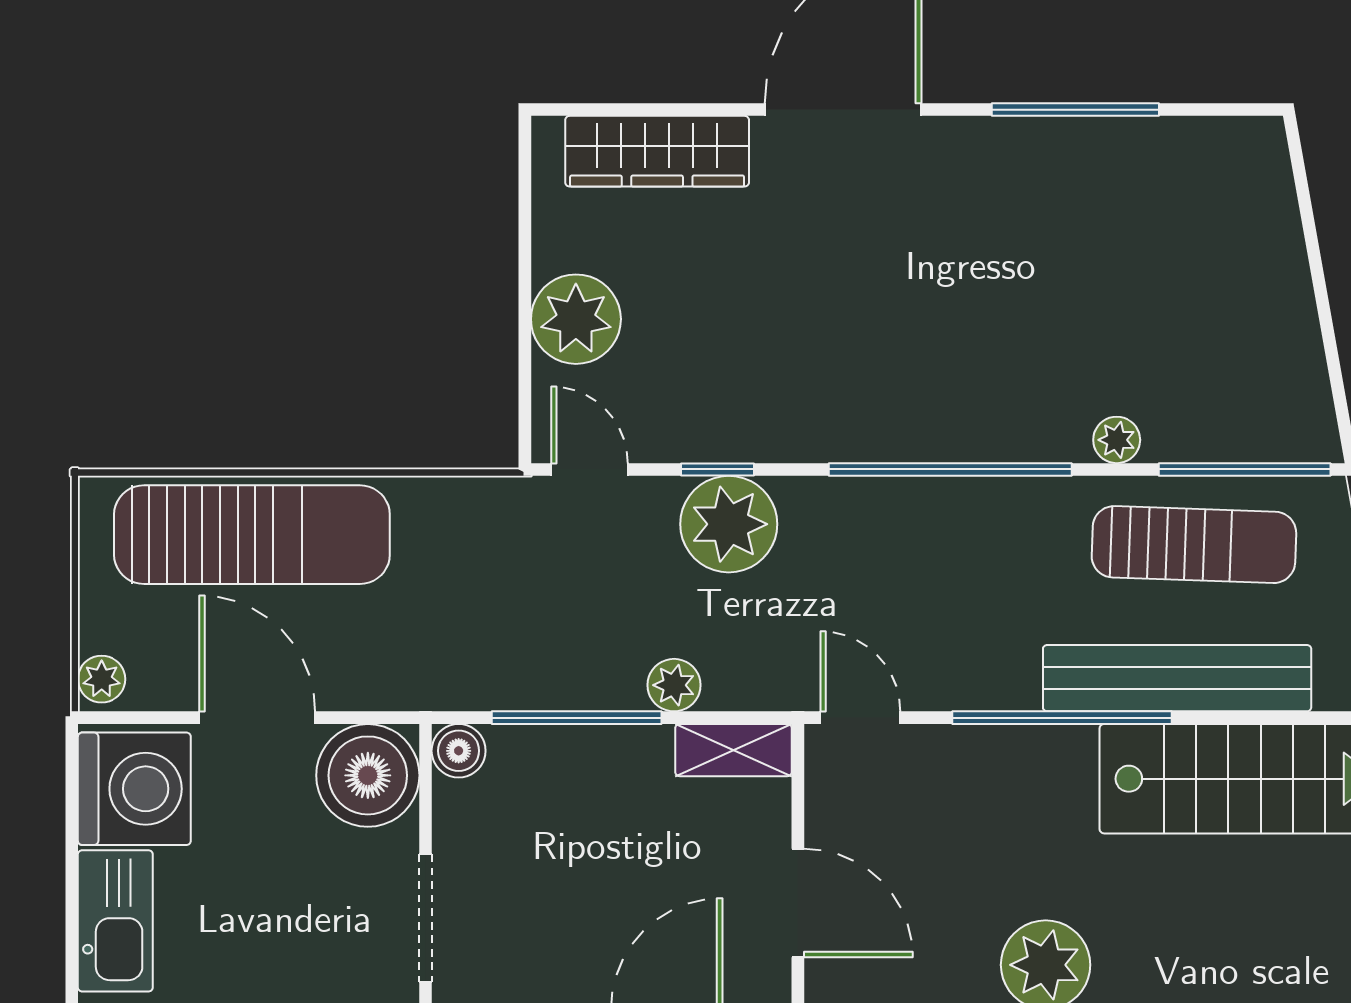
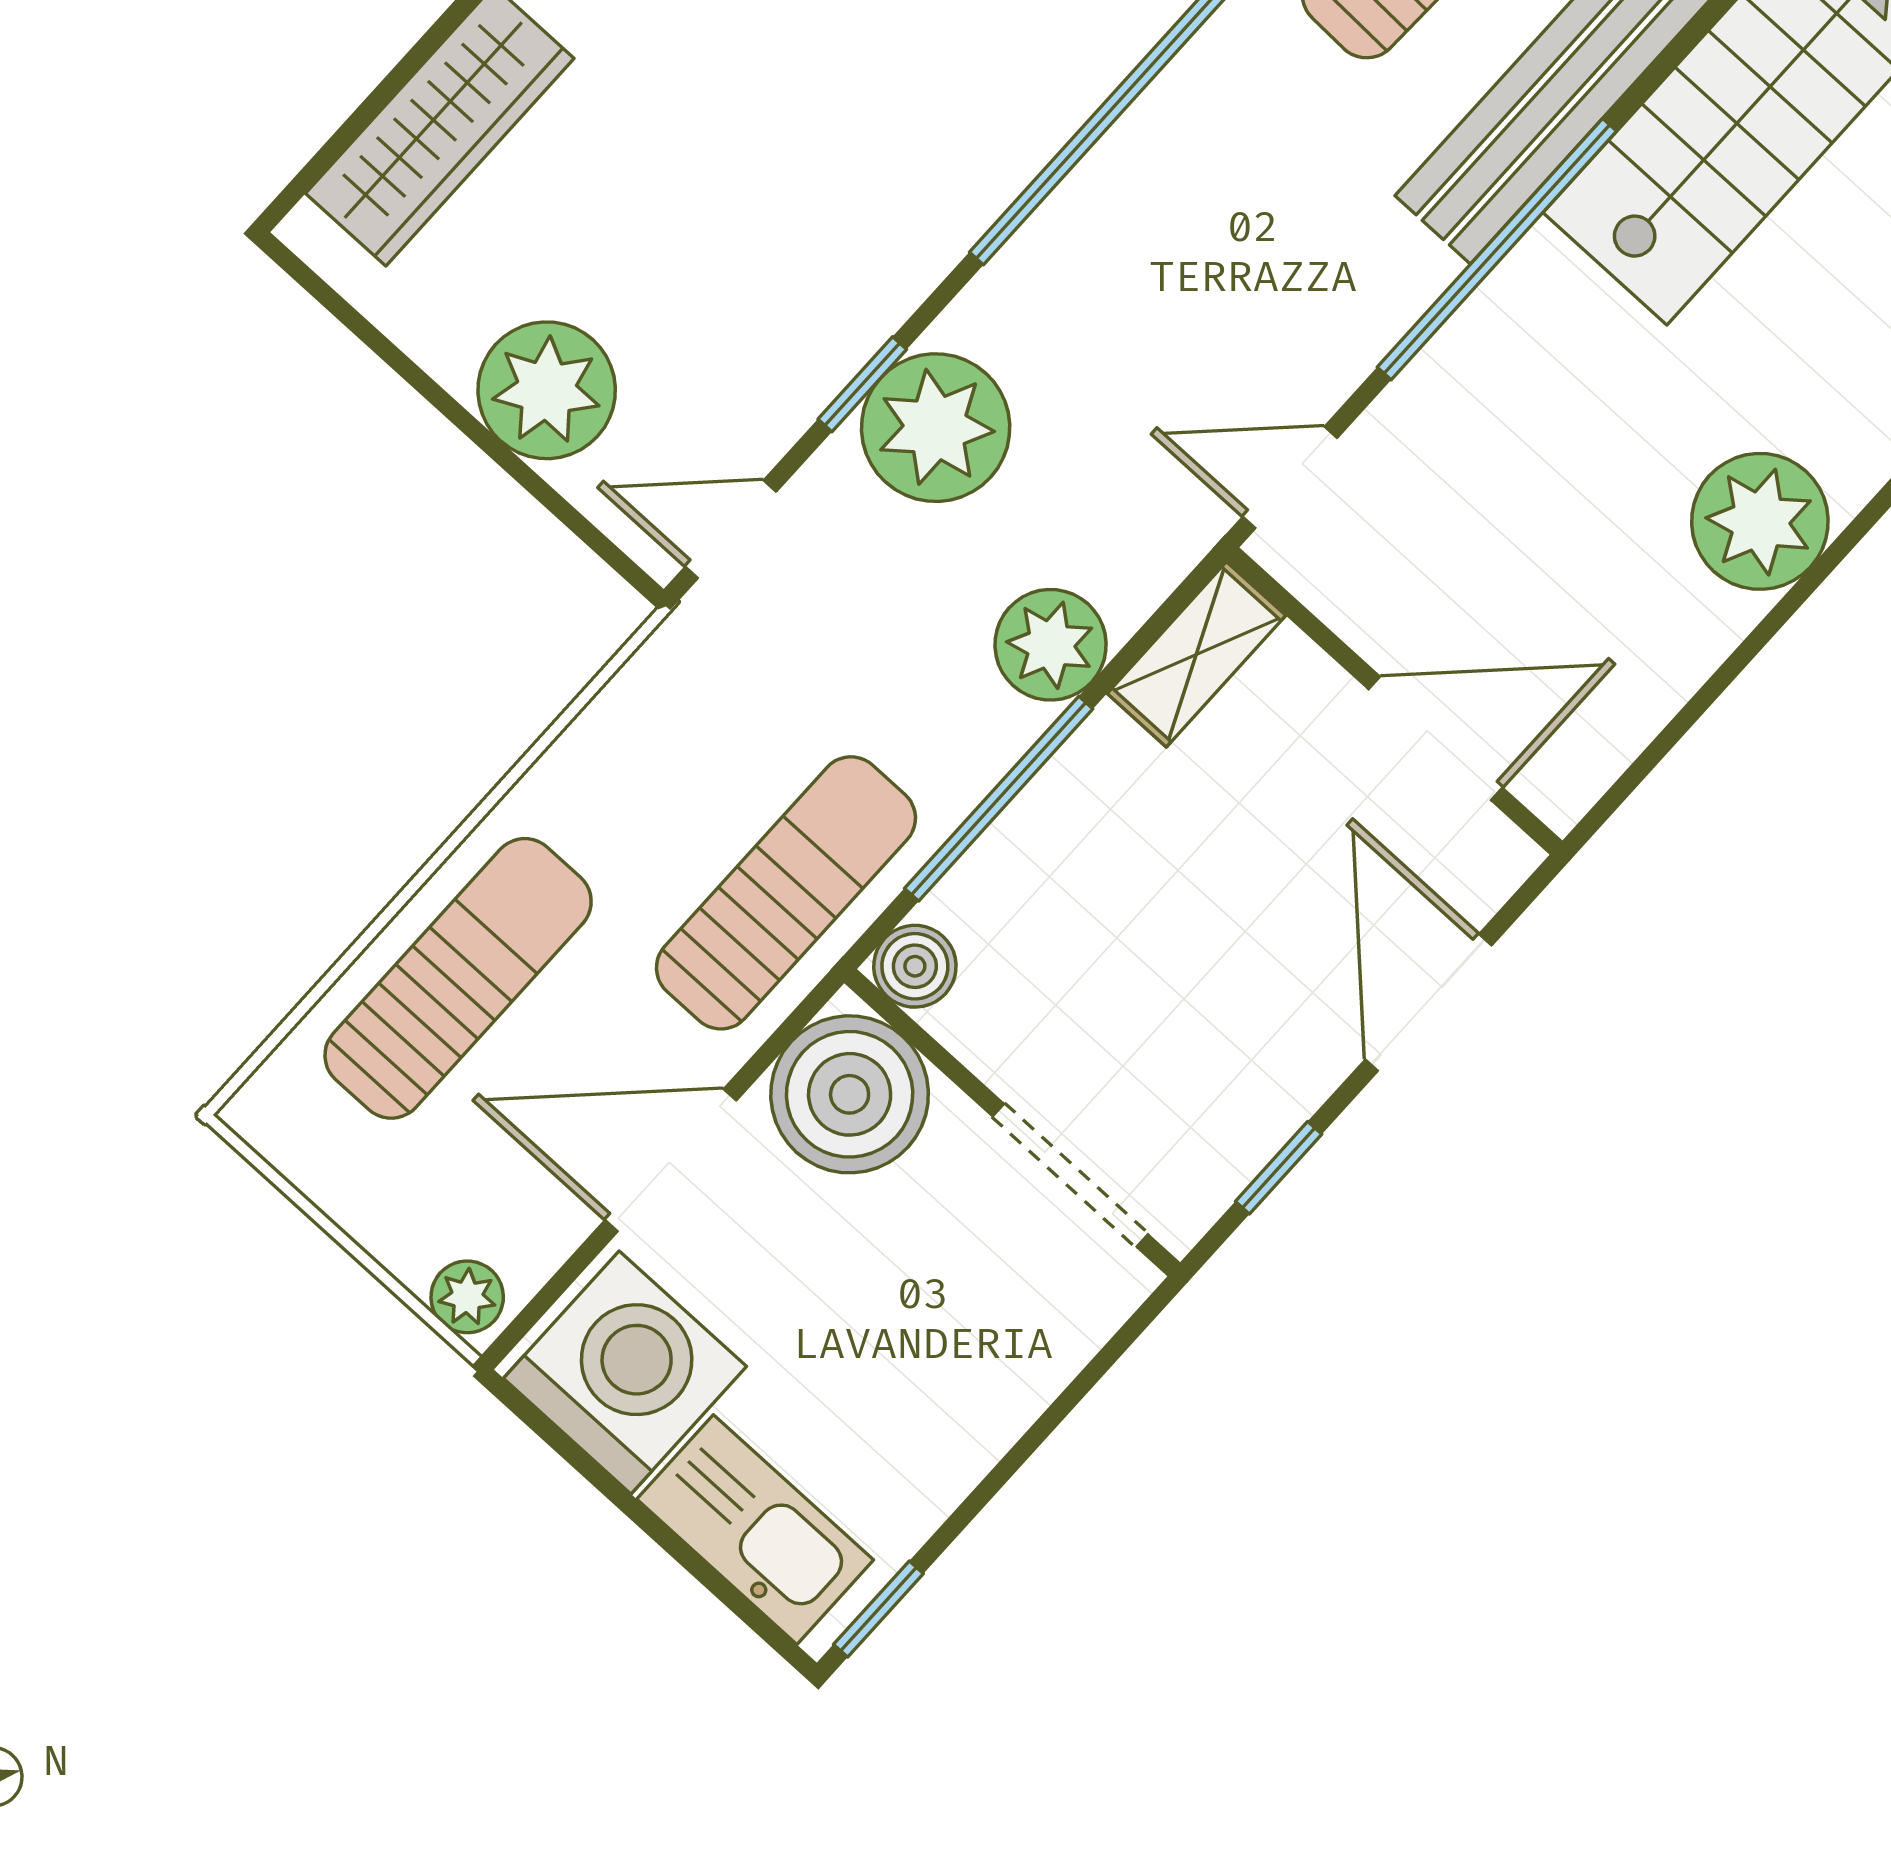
sun lounger: (252, 535) -> (458, 978), width x0.73, depth x0.75
sun lounger: (437, 656) -> (786, 893), added
plant: (674, 685) -> (1051, 645), width x1.38, depth x1.38

